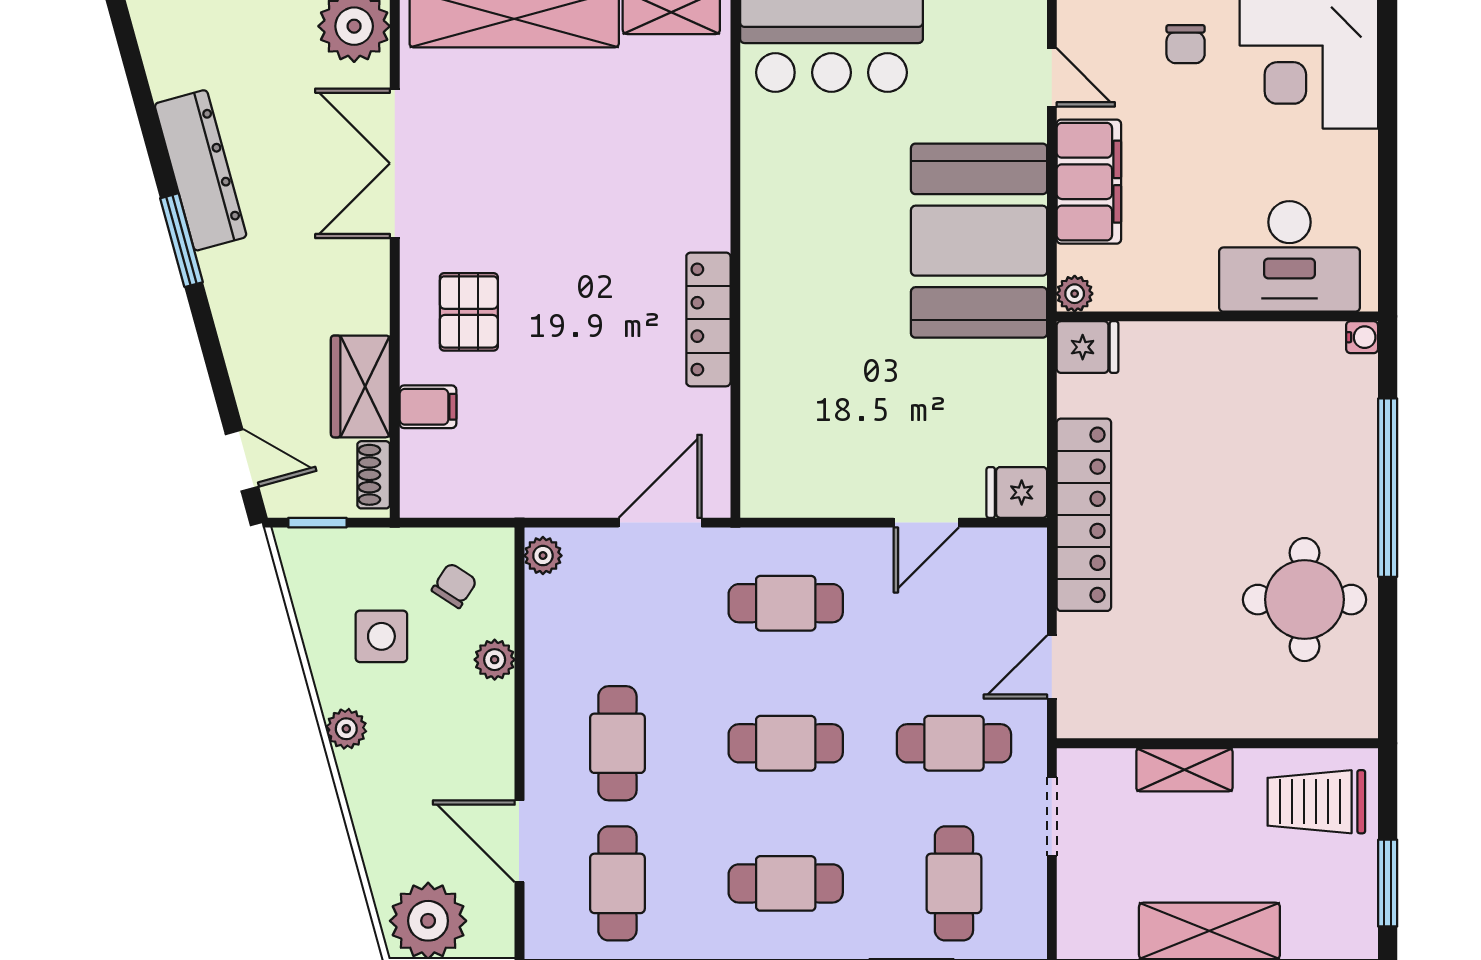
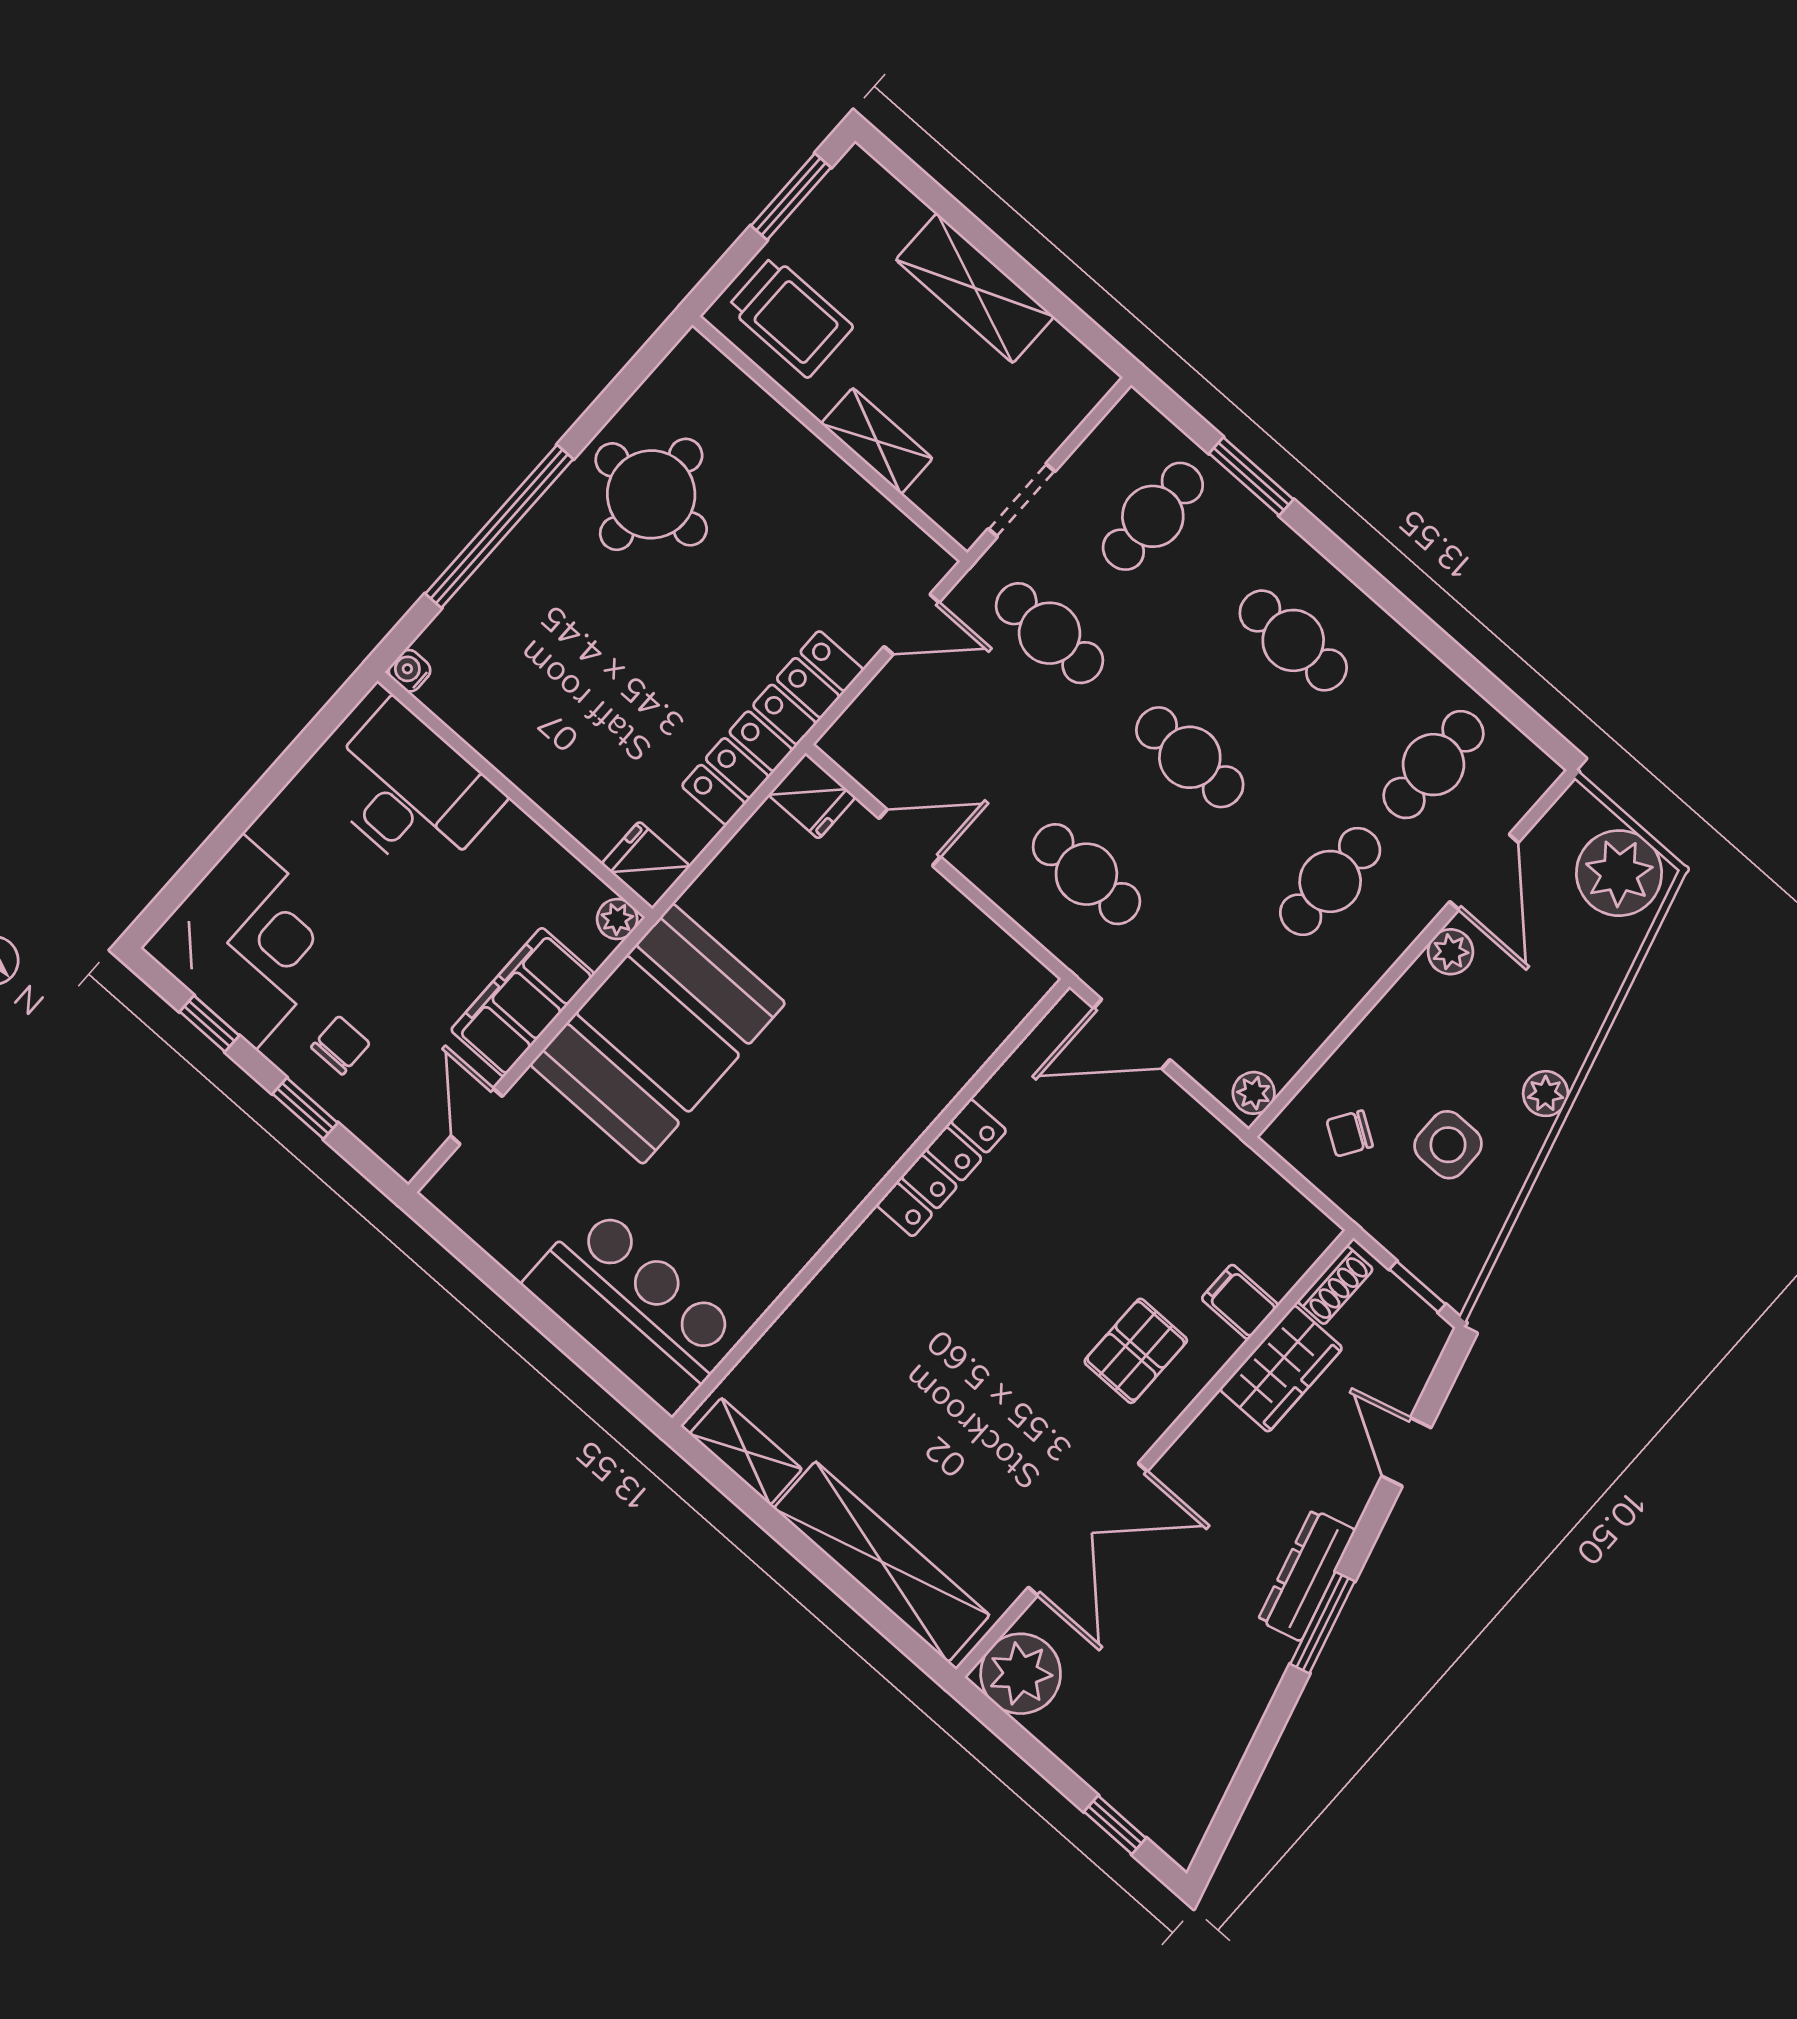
dresser: (201, 170) -> (1307, 1575), moved, width x0.73, depth x0.80
door: (242, 460) -> (1406, 1452), moved
plant: (495, 660) -> (1451, 952), moved

